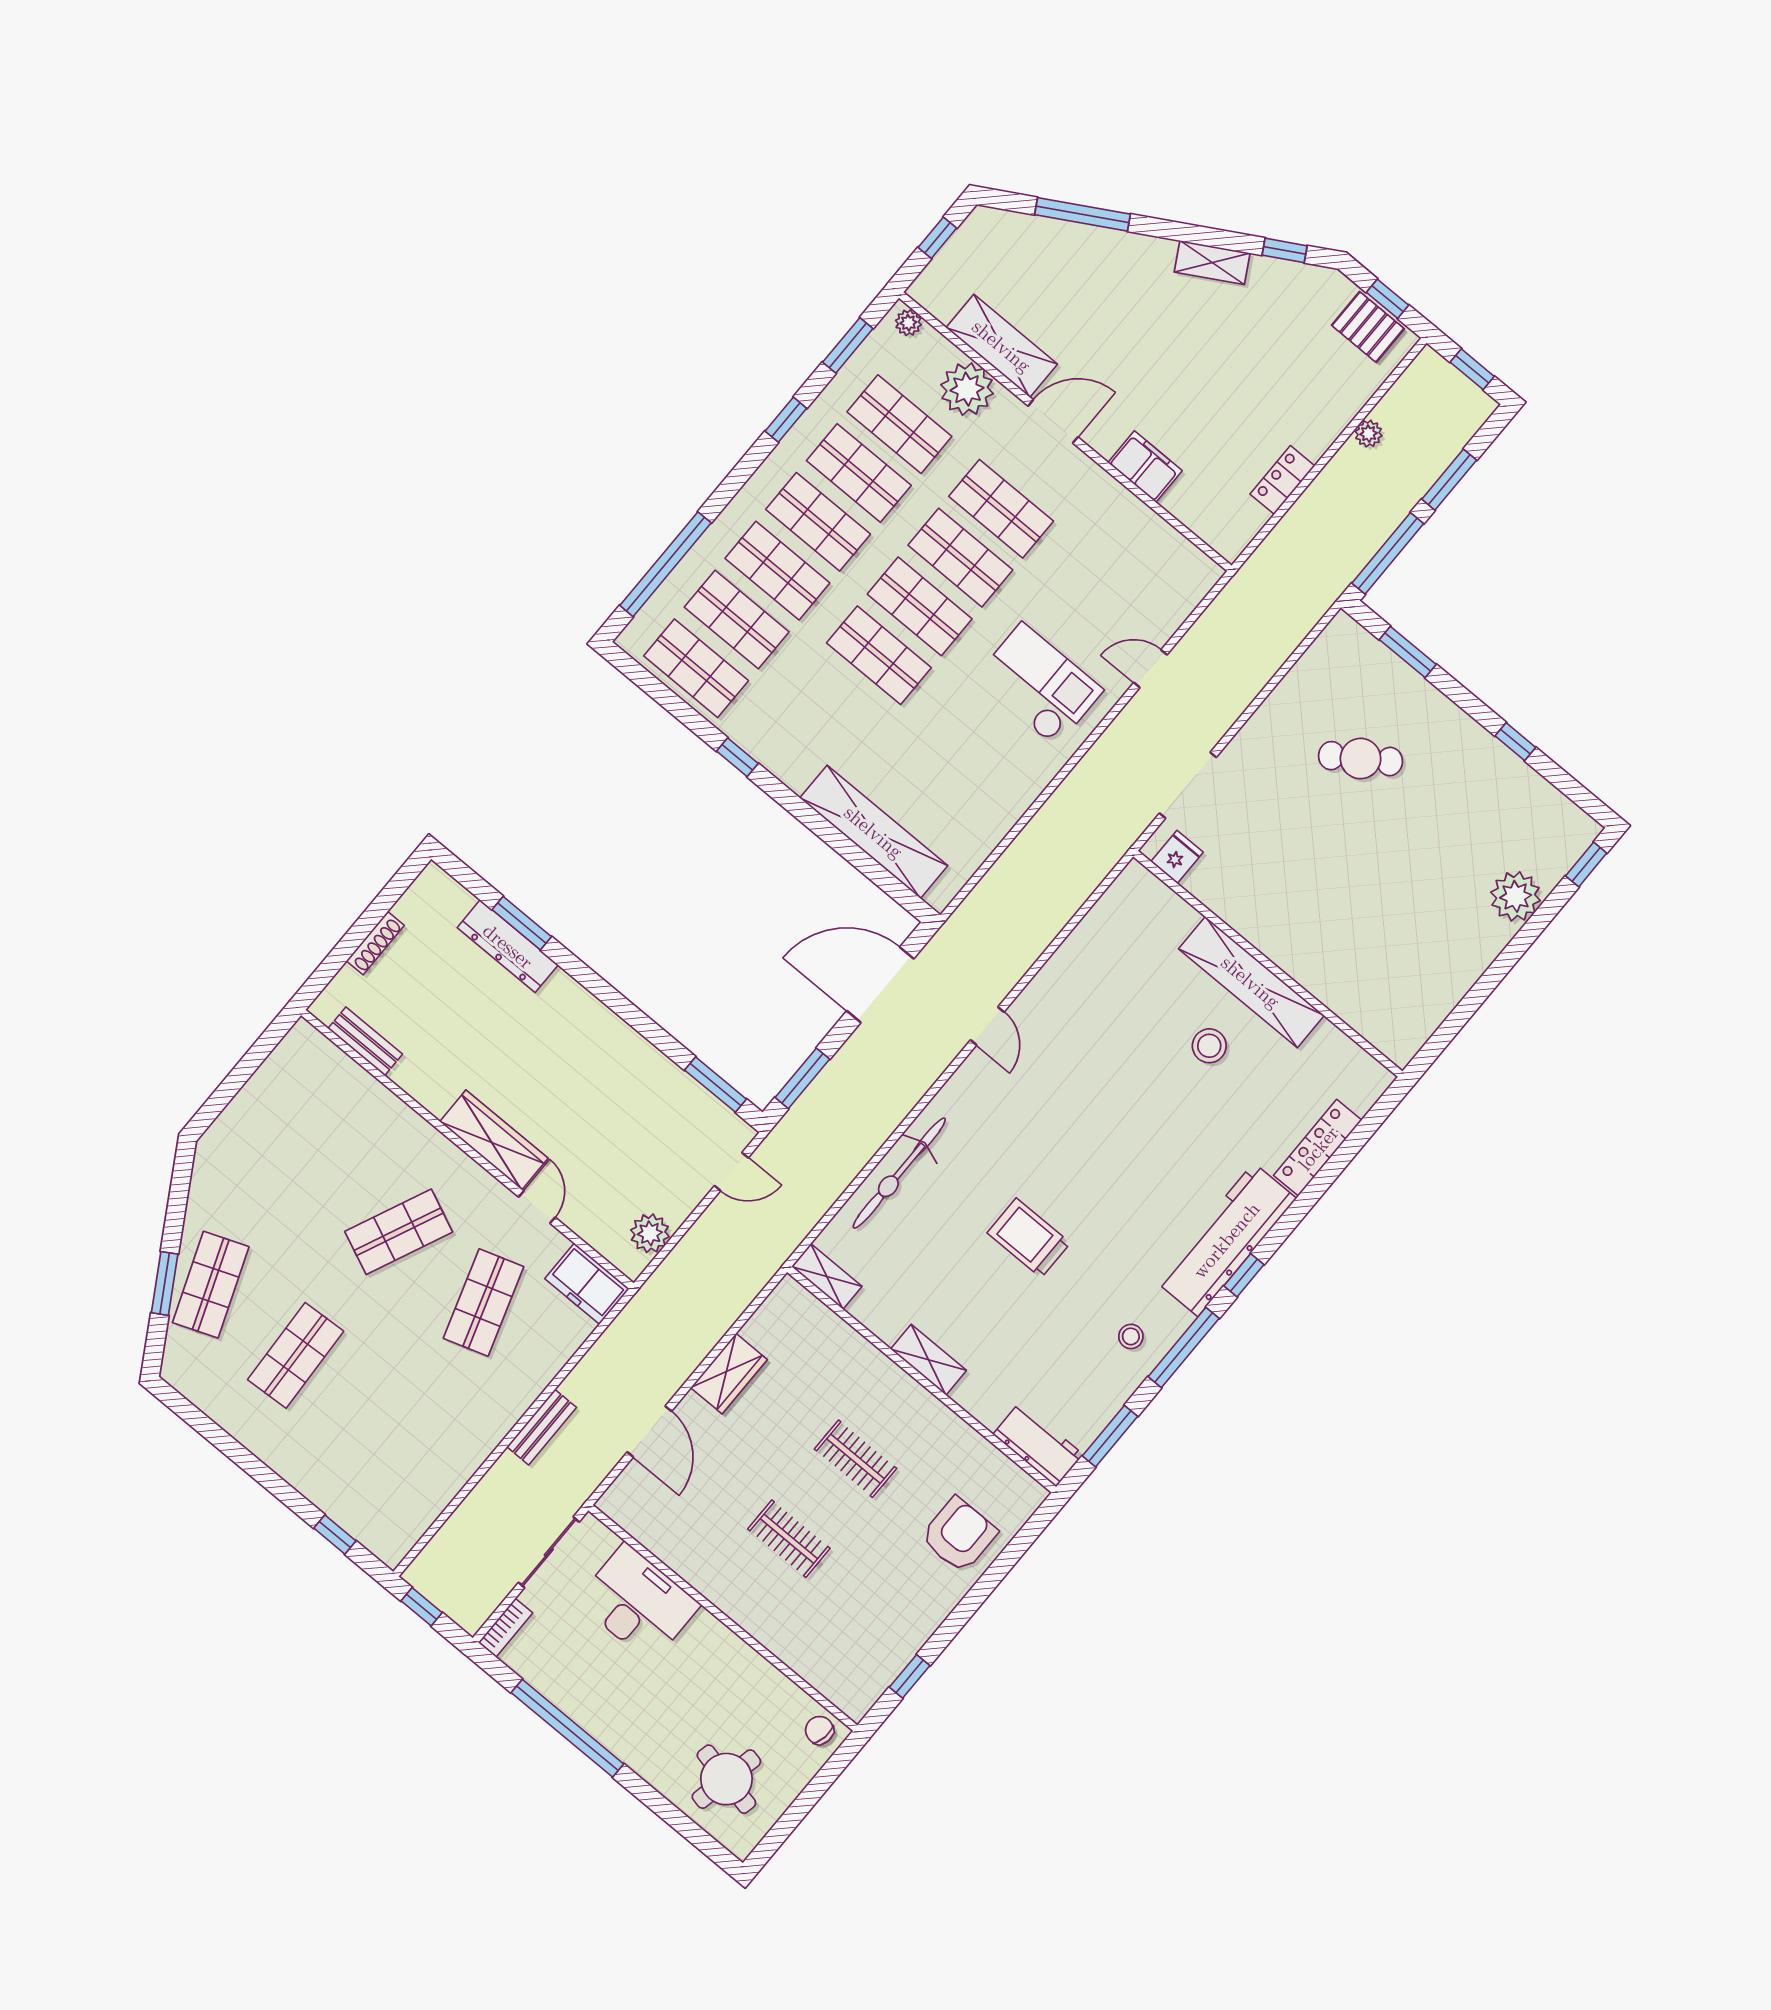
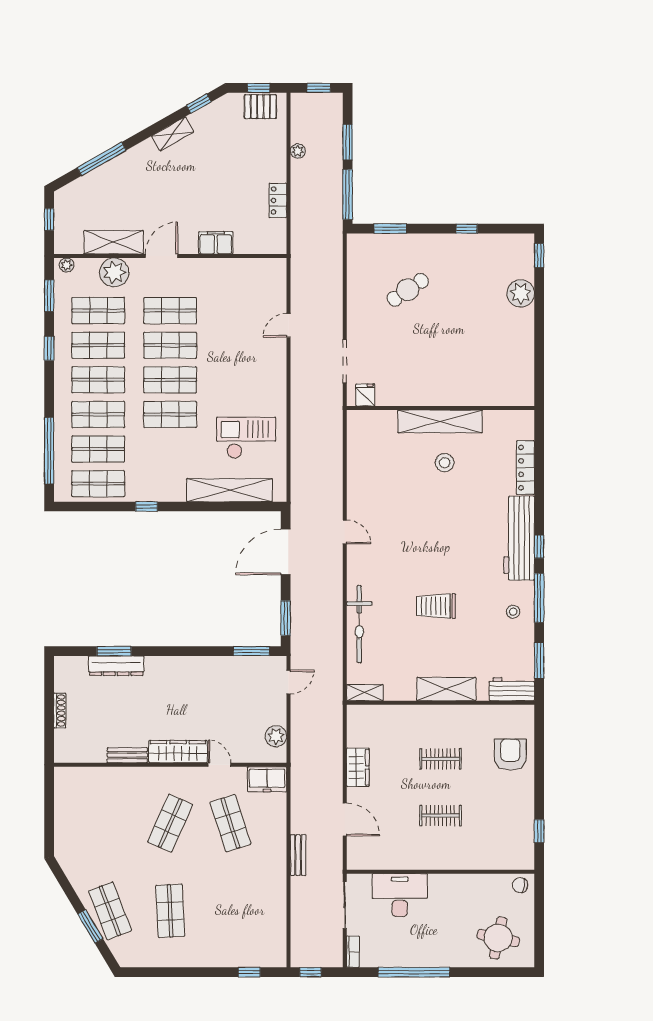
checkout: (1039, 685) -> (246, 438), moved
bench: (365, 1041) -> (127, 755), moved
shelving: (928, 1360) -> (446, 689), width x1.50, depth x1.33

